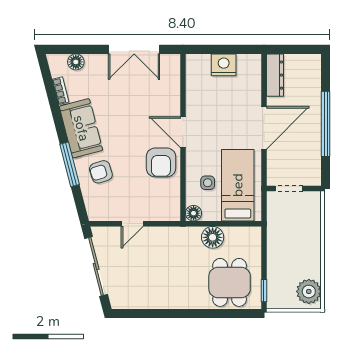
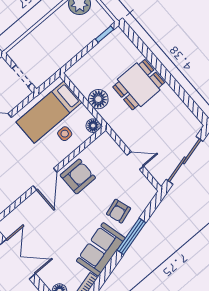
armchair: (101, 172) -> (119, 211), turned 90
dining table: (230, 282) -> (139, 85), moved

